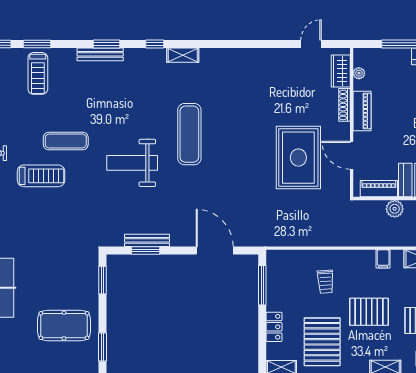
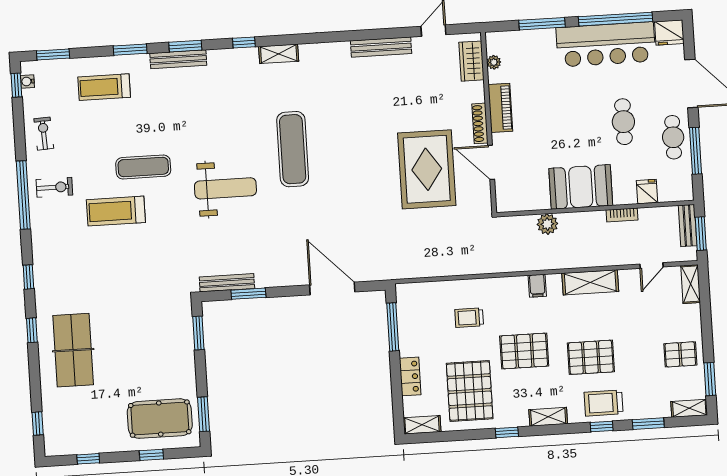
window: (37, 44) -> (130, 50), moved
bench: (267, 55) -> (381, 47), added
treadmill: (38, 73) -> (104, 87), turned 90
shoe rack: (344, 105) -> (480, 123), moved
weight bench: (132, 163) -> (225, 188), turned 180
treadmill: (41, 176) -> (116, 211), turned 180
piano: (379, 189) -> (527, 201), removed
bench: (147, 240) -> (227, 283), moved
trolley: (325, 282) -> (469, 318), turned 94
pool table: (64, 326) -> (160, 419), moved

